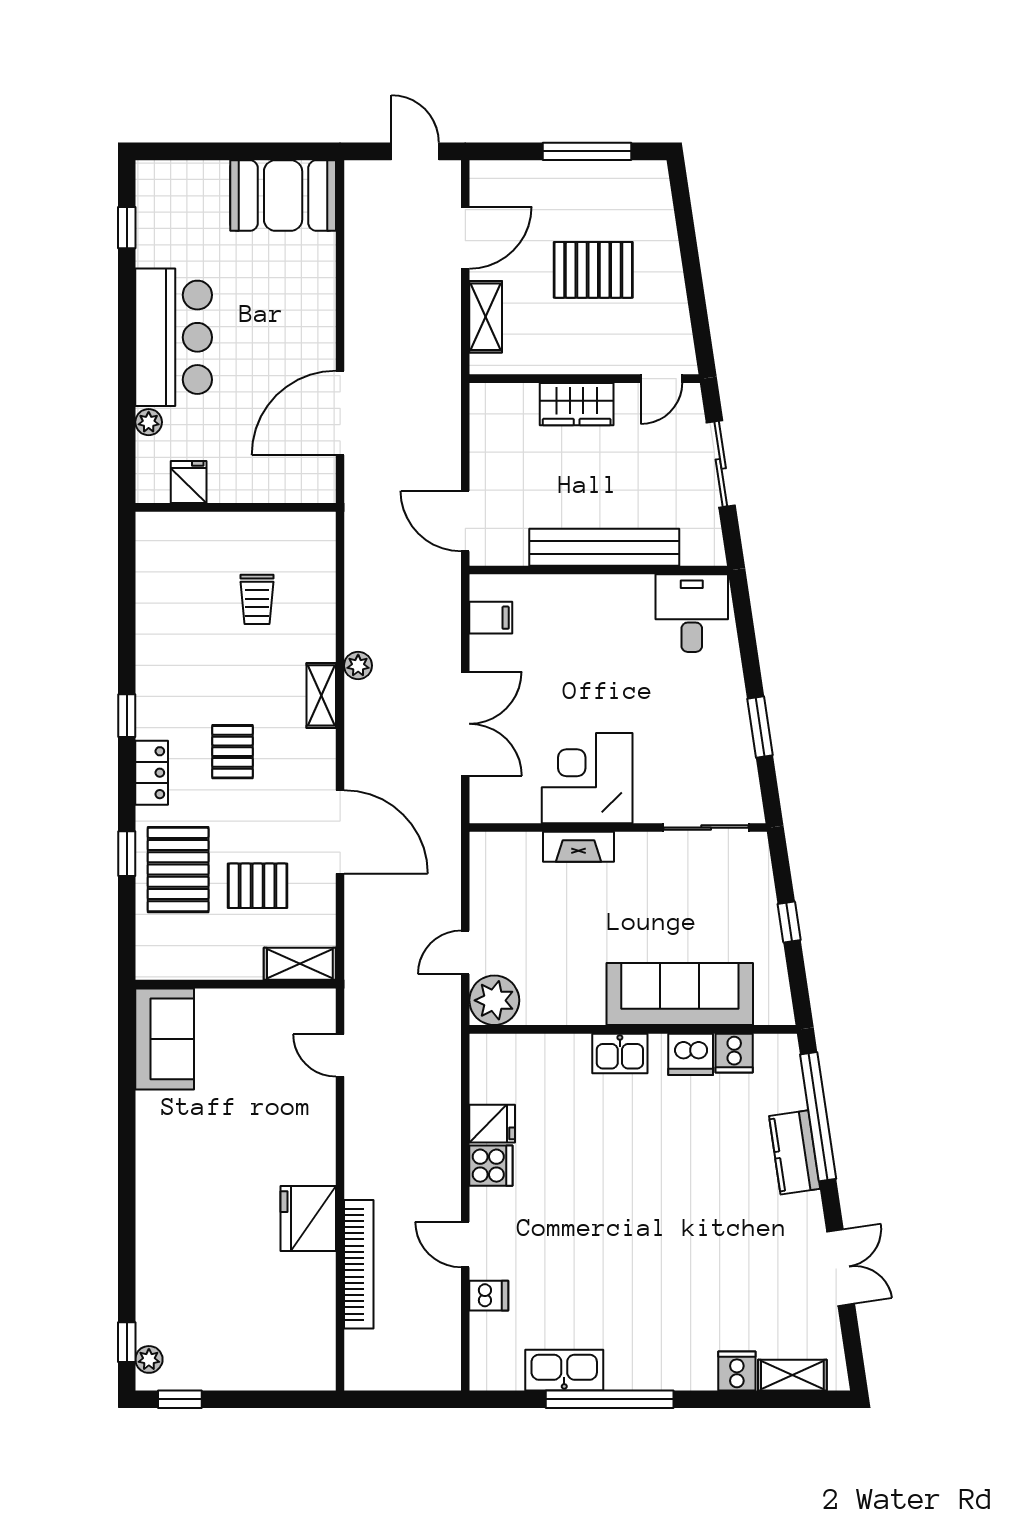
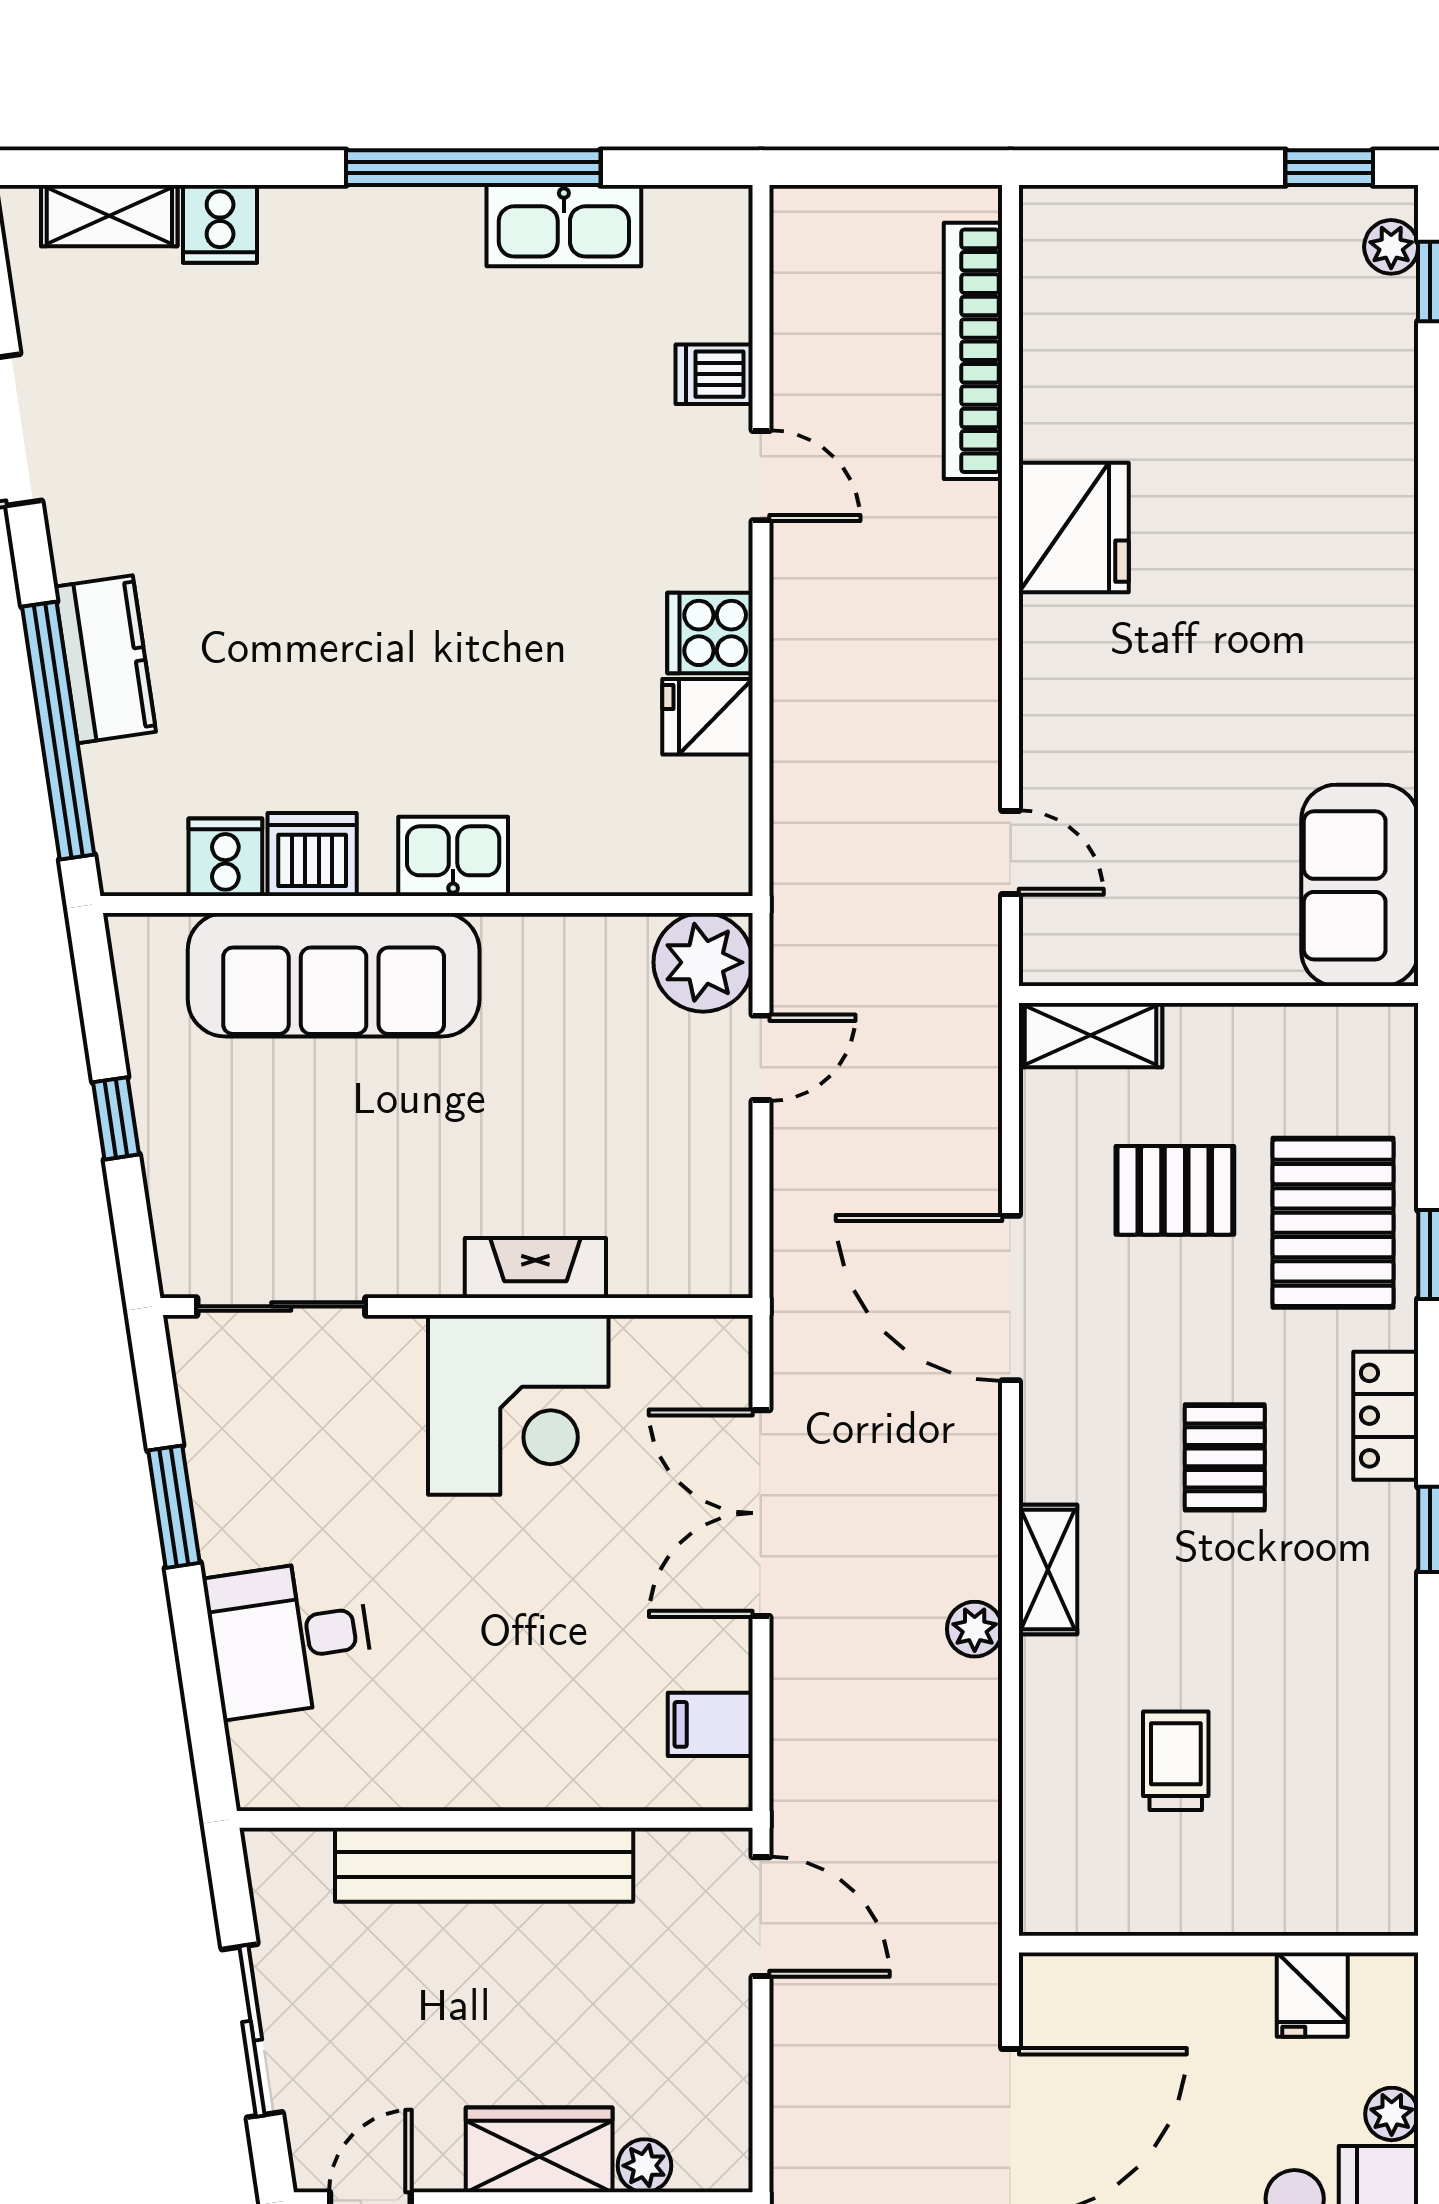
plant: (524, 396) -> (644, 2166), added
desk: (692, 613) -> (289, 1638), moved, turned 82
bookcase: (359, 1264) -> (973, 351), moved

